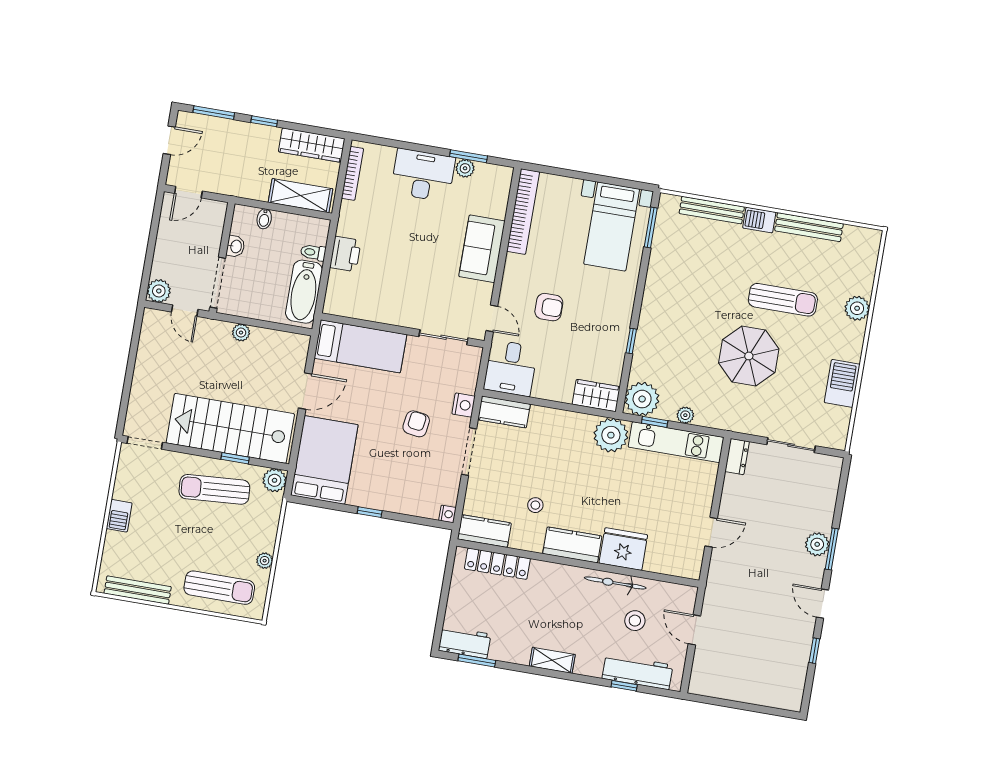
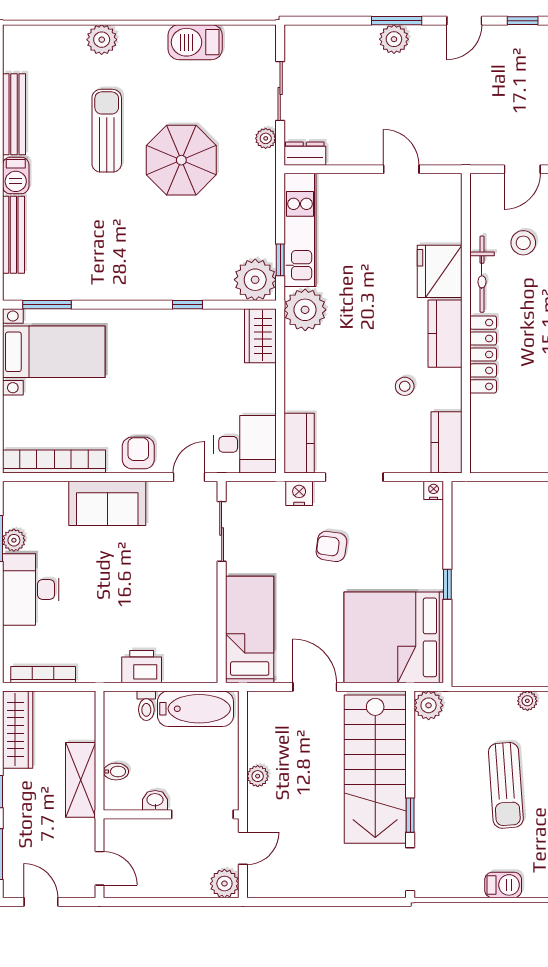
shelving: (301, 196) -> (81, 780), moved
armchair: (549, 307) -> (138, 453), moved
plant: (685, 415) -> (266, 138), moved
window: (235, 458) -> (410, 815), moved
bed: (324, 460) -> (394, 637), width x1.36
sun lounger: (214, 489) -> (506, 785), moved
locker: (497, 564) -> (483, 354), moved

